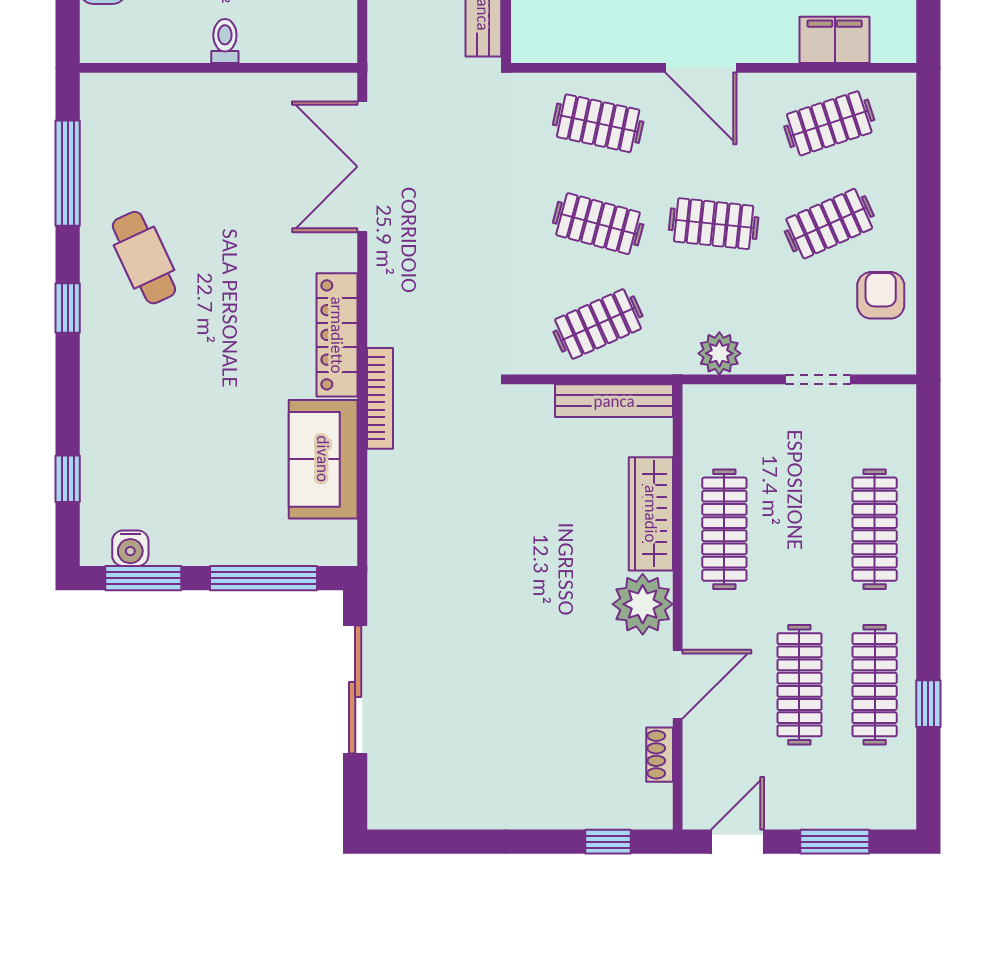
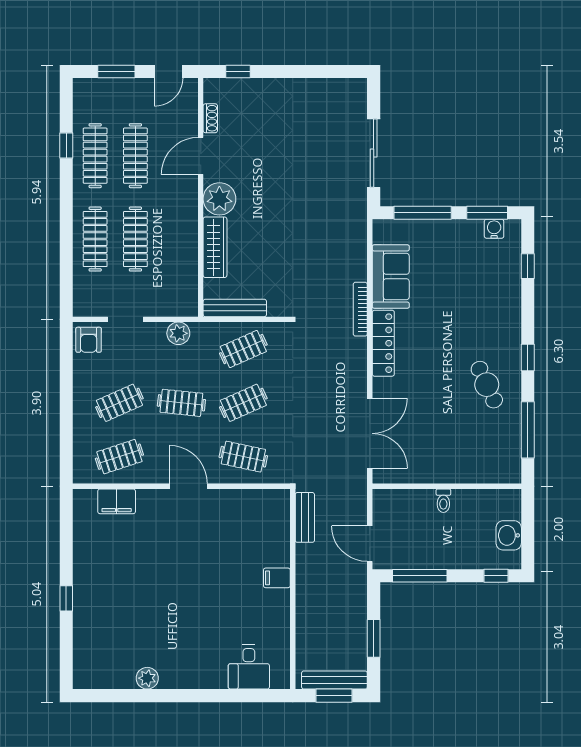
clothes rail: (598, 224) -> (243, 403), turned -39
armchair: (881, 295) -> (89, 340), moved
clothes rail: (724, 529) -> (135, 239), moved

